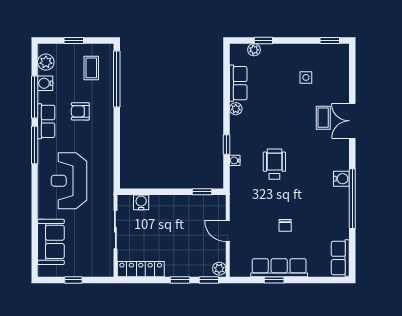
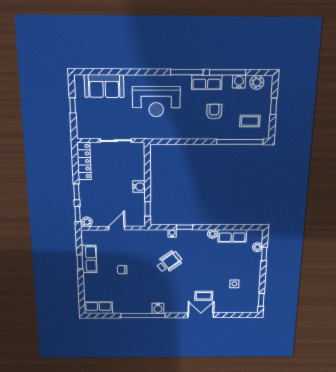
wheelchair: (274, 164) -> (169, 262), turned -37
reception desk: (69, 181) -> (156, 102), turned 180
water cooler: (141, 202) -> (139, 187), moved
row of seats: (279, 268) -> (89, 259), width x0.68

